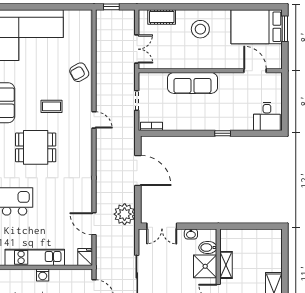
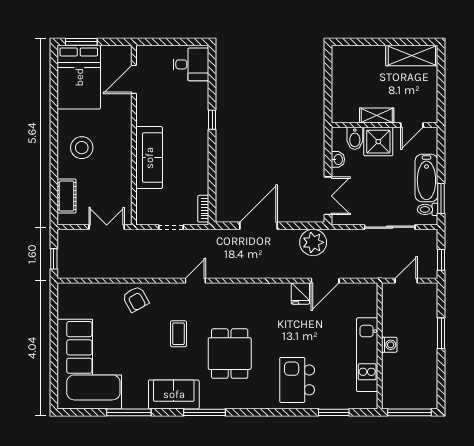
fridge: (85, 257) -> (300, 293), moved, turned -90

